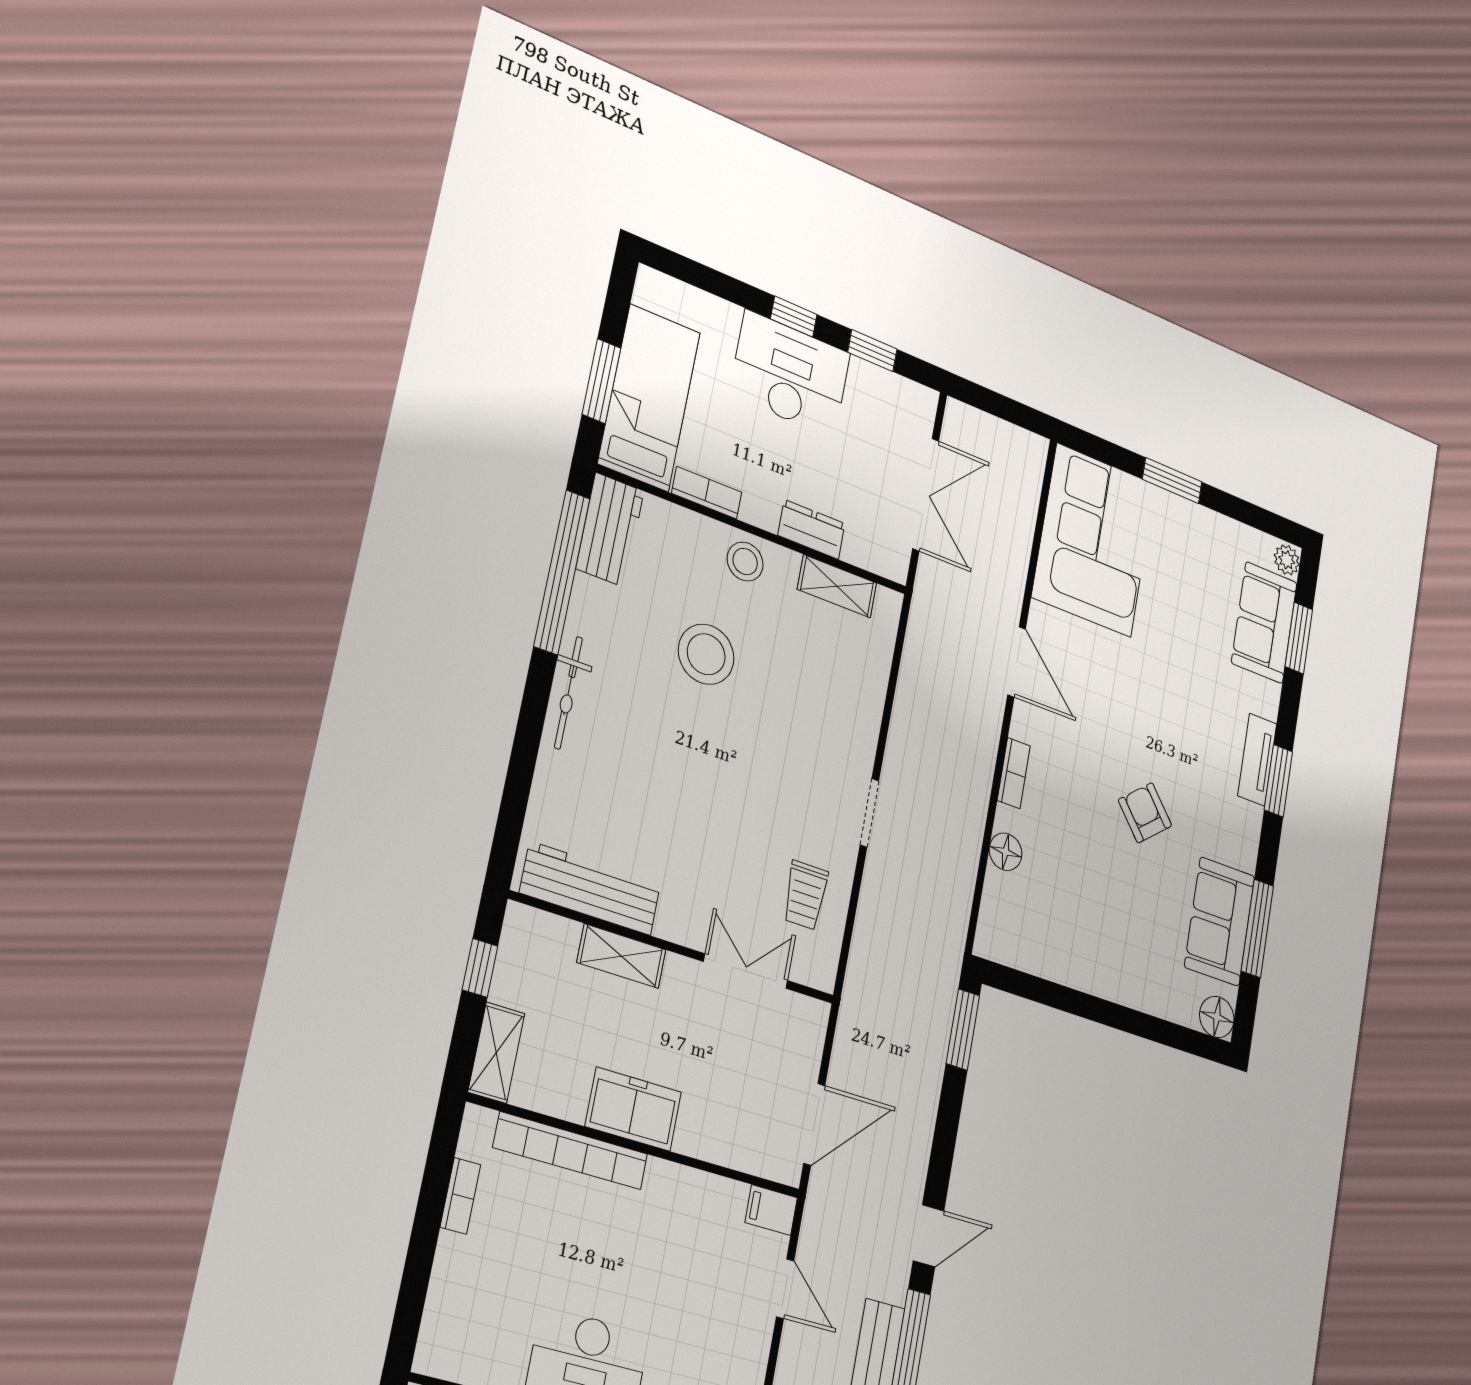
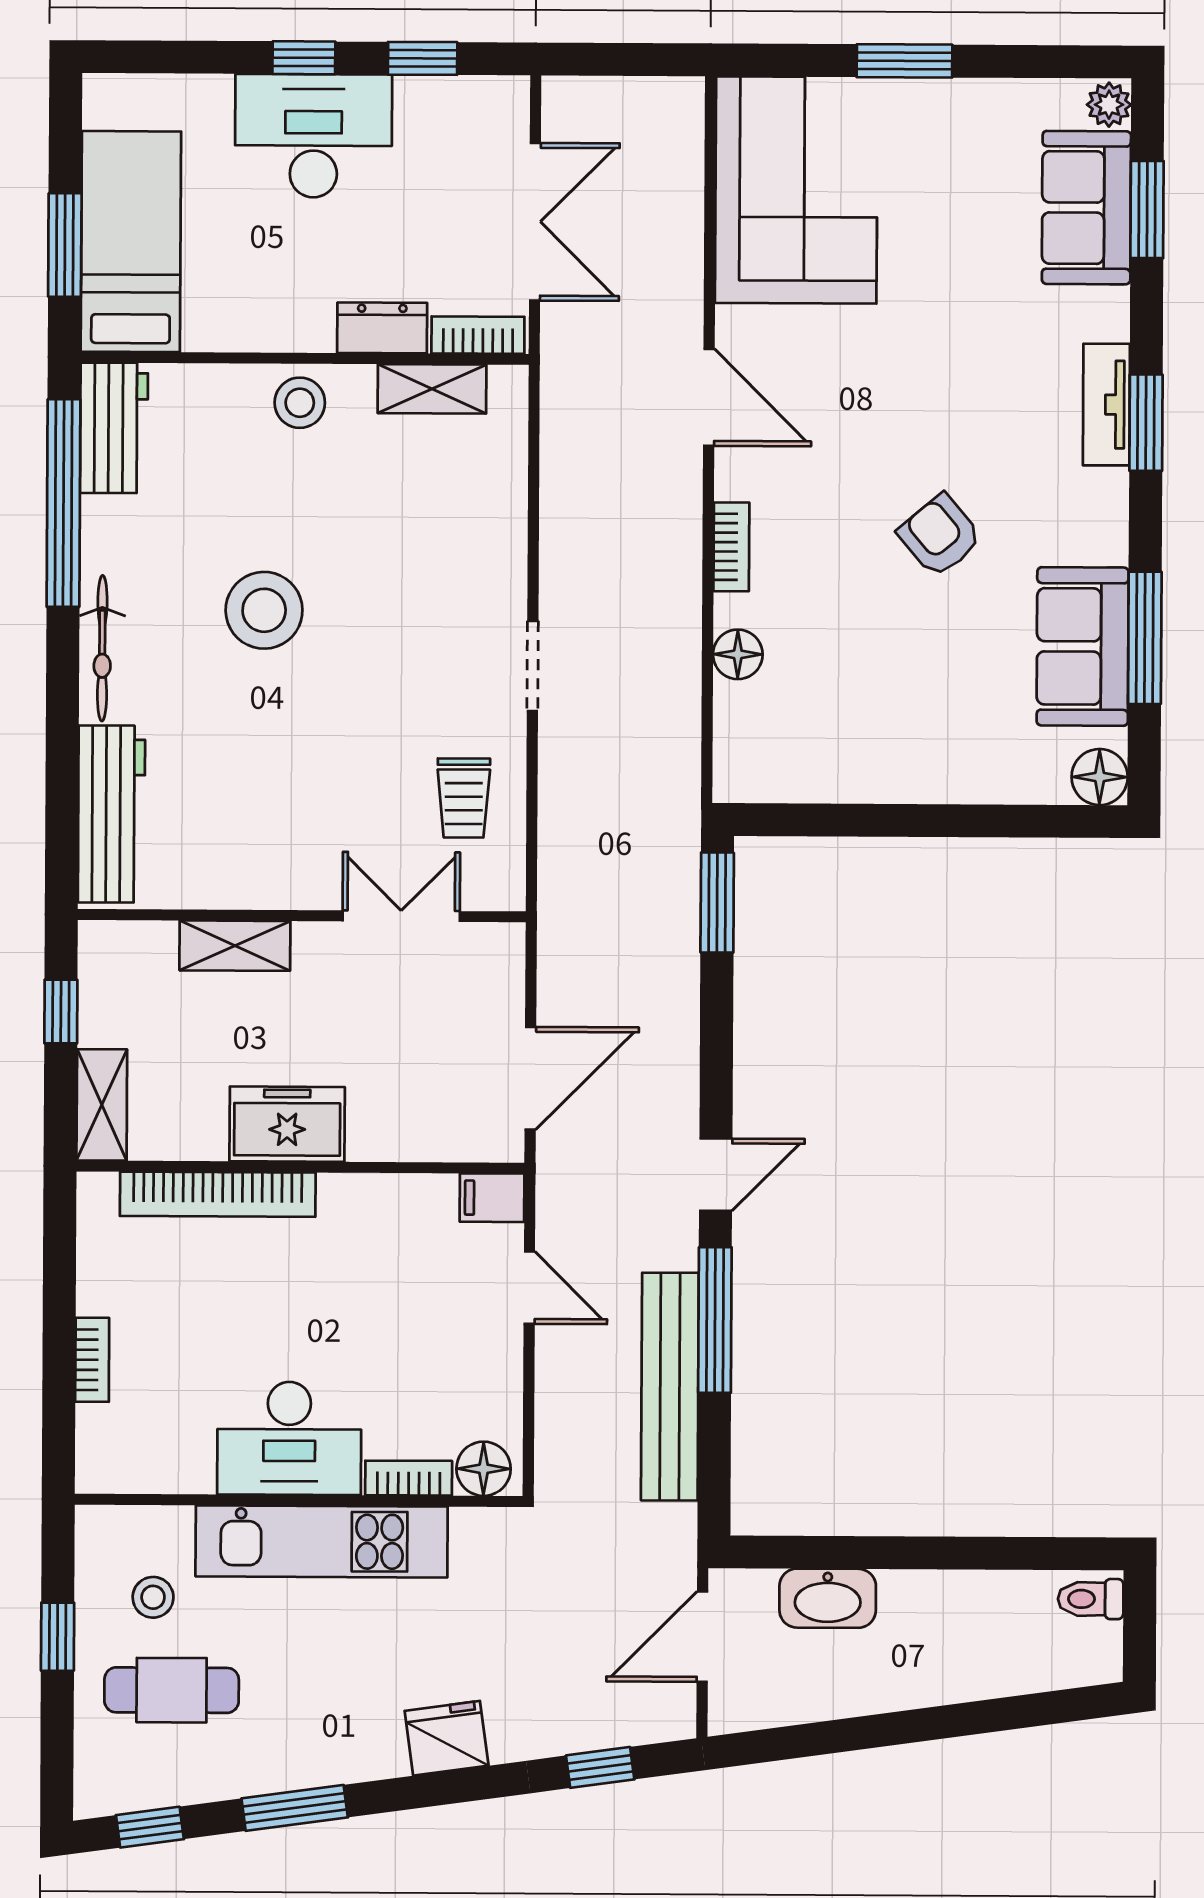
bookcase: (707, 493) -> (478, 335), moved
stool: (706, 654) -> (264, 610), moved
workbench: (590, 888) -> (111, 814), moved, turned 90
bookcase: (460, 1196) -> (92, 1360), moved

